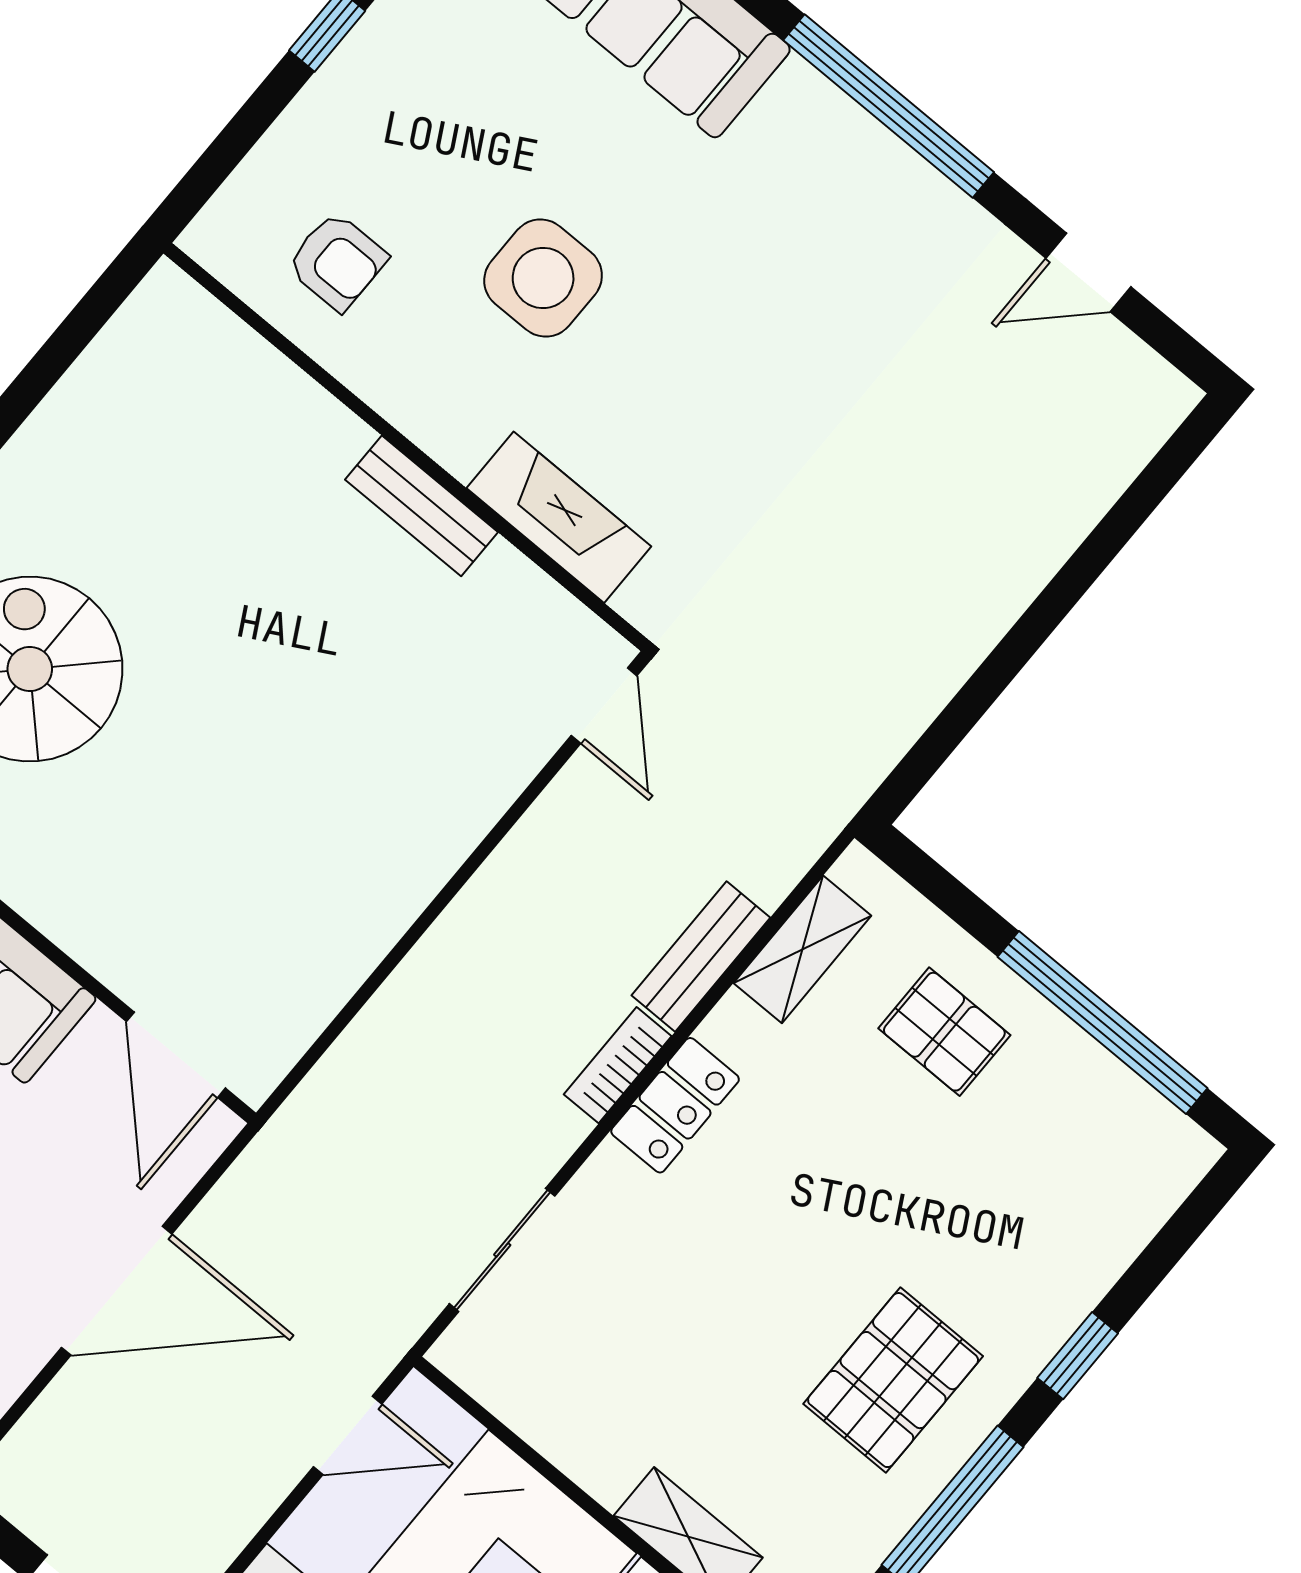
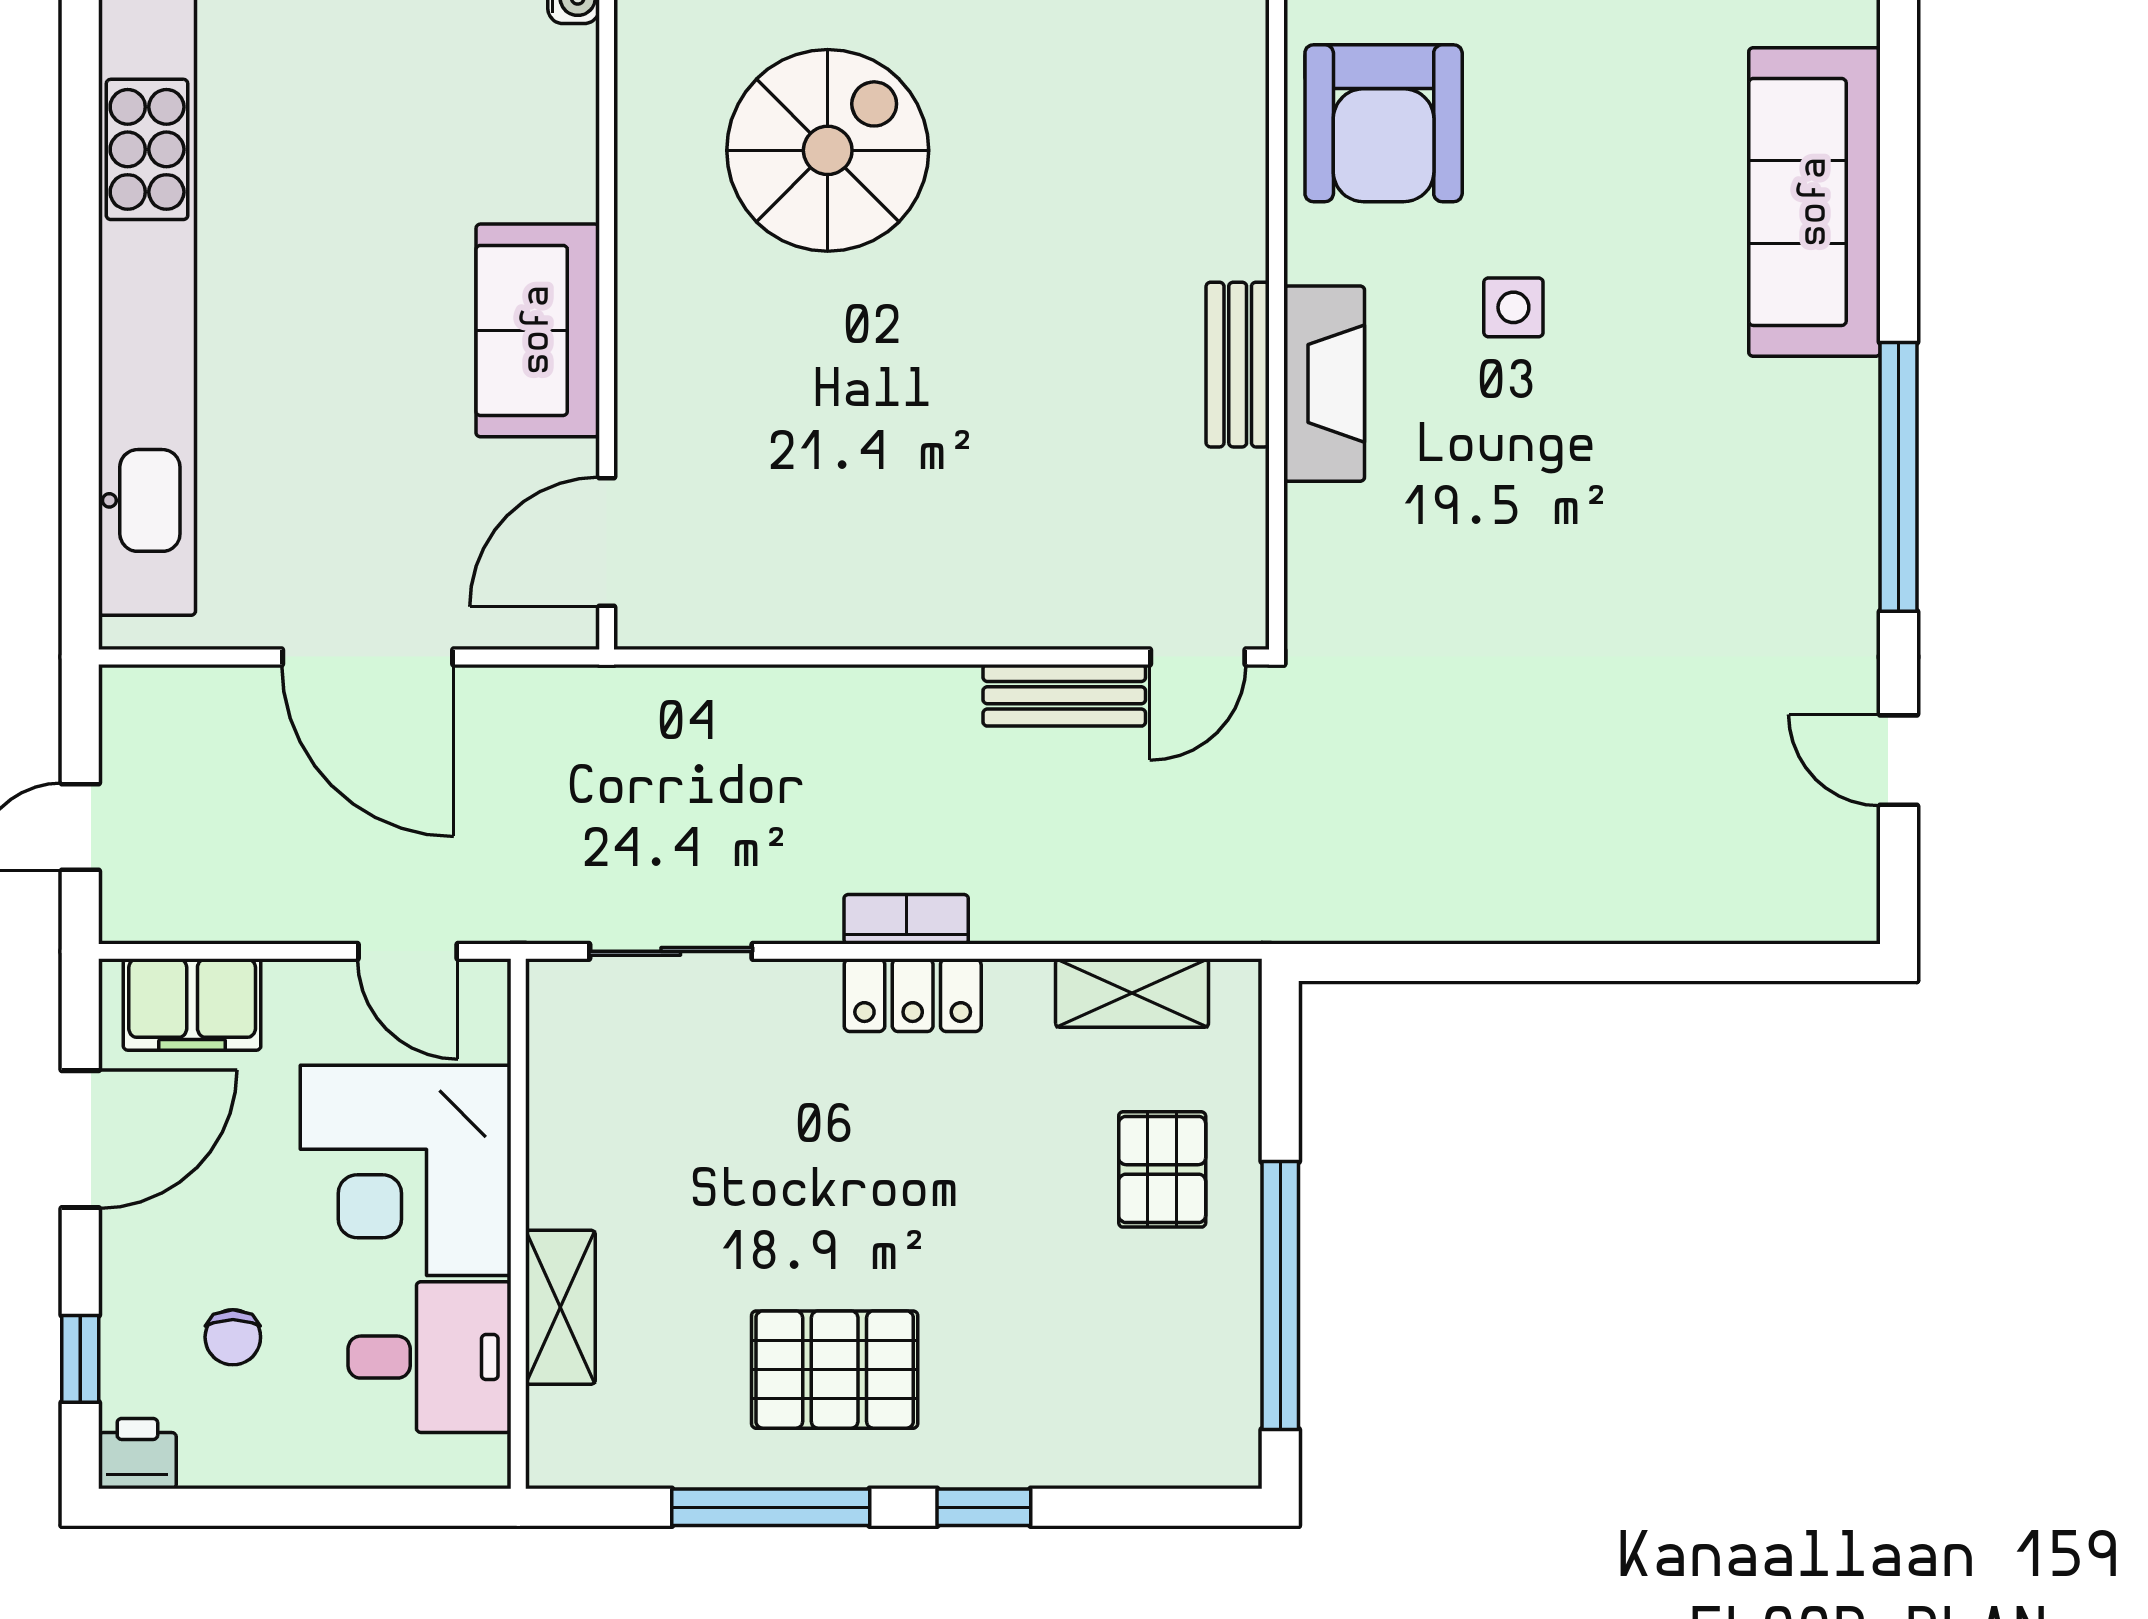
armchair: (337, 261) -> (1384, 123), width x1.88, depth x1.88
side table: (543, 278) -> (1513, 307), width x0.54, depth x0.54
fireplace: (559, 517) -> (1324, 384), moved
bench: (701, 957) -> (1064, 695), moved

